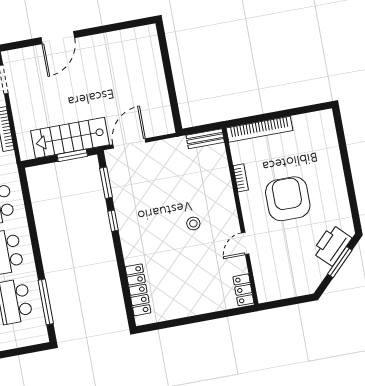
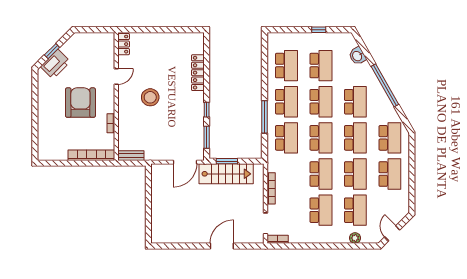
armchair: (288, 199) -> (80, 103), turned 180
stool: (193, 223) -> (150, 97), width x1.89, depth x1.89
window: (340, 262) -> (52, 51), width x0.67
locker: (138, 290) -> (198, 73), moved
window: (46, 302) -> (264, 117), moved

